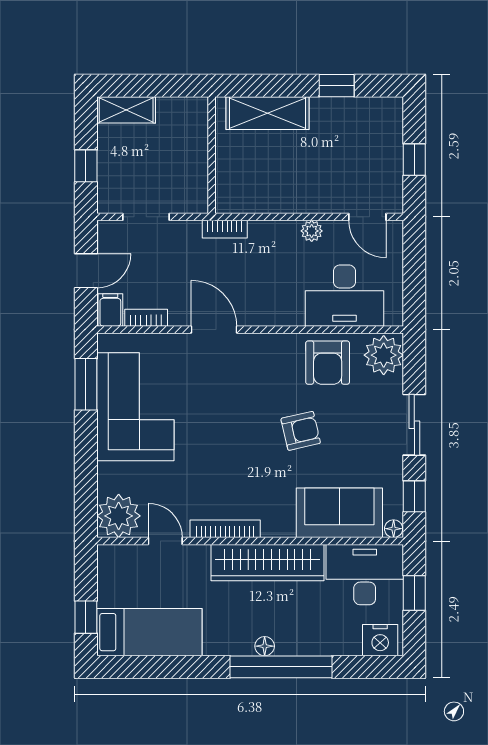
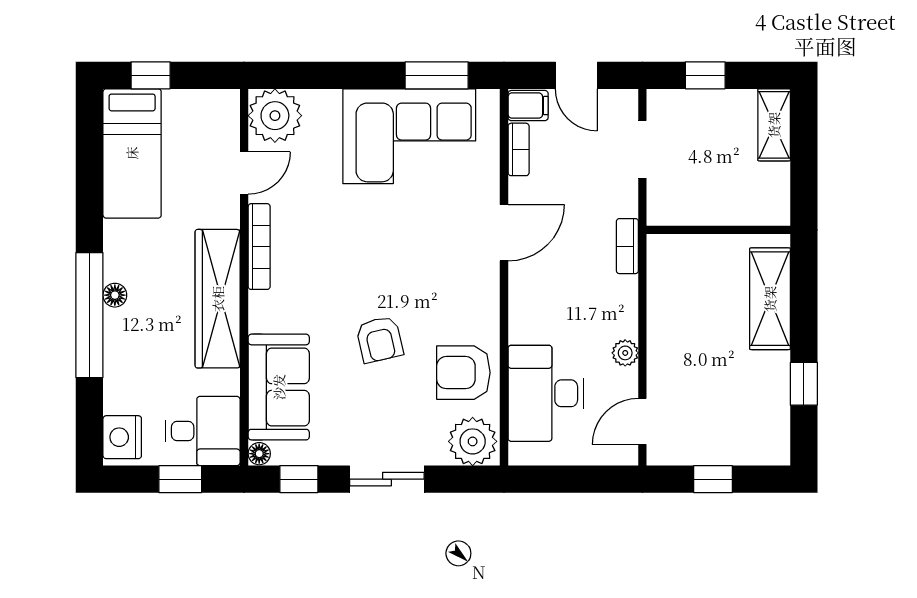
desk: (365, 575) -> (203, 431), width x0.73

